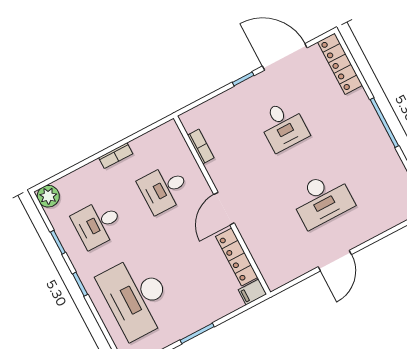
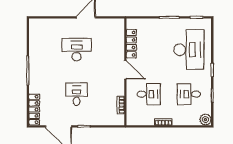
door: (224, 209) -> (125, 70), hinge flipped
desk: (98, 224) -> (189, 94), turned 180
filing cabinet: (252, 292) -> (133, 23), removed

